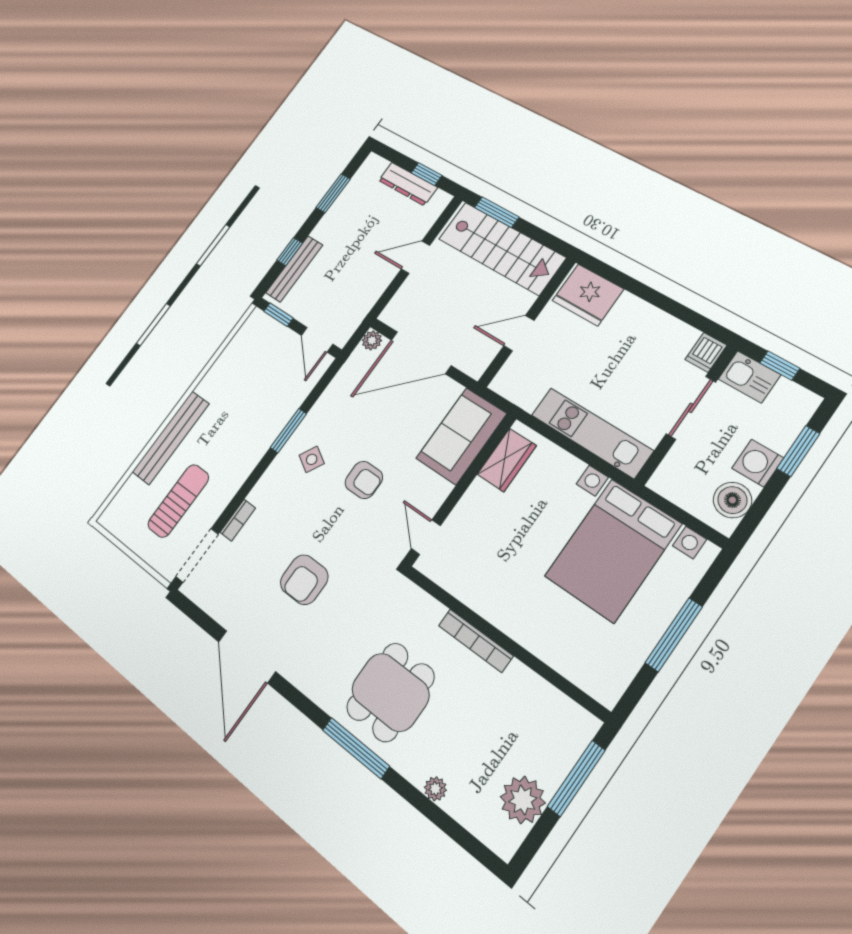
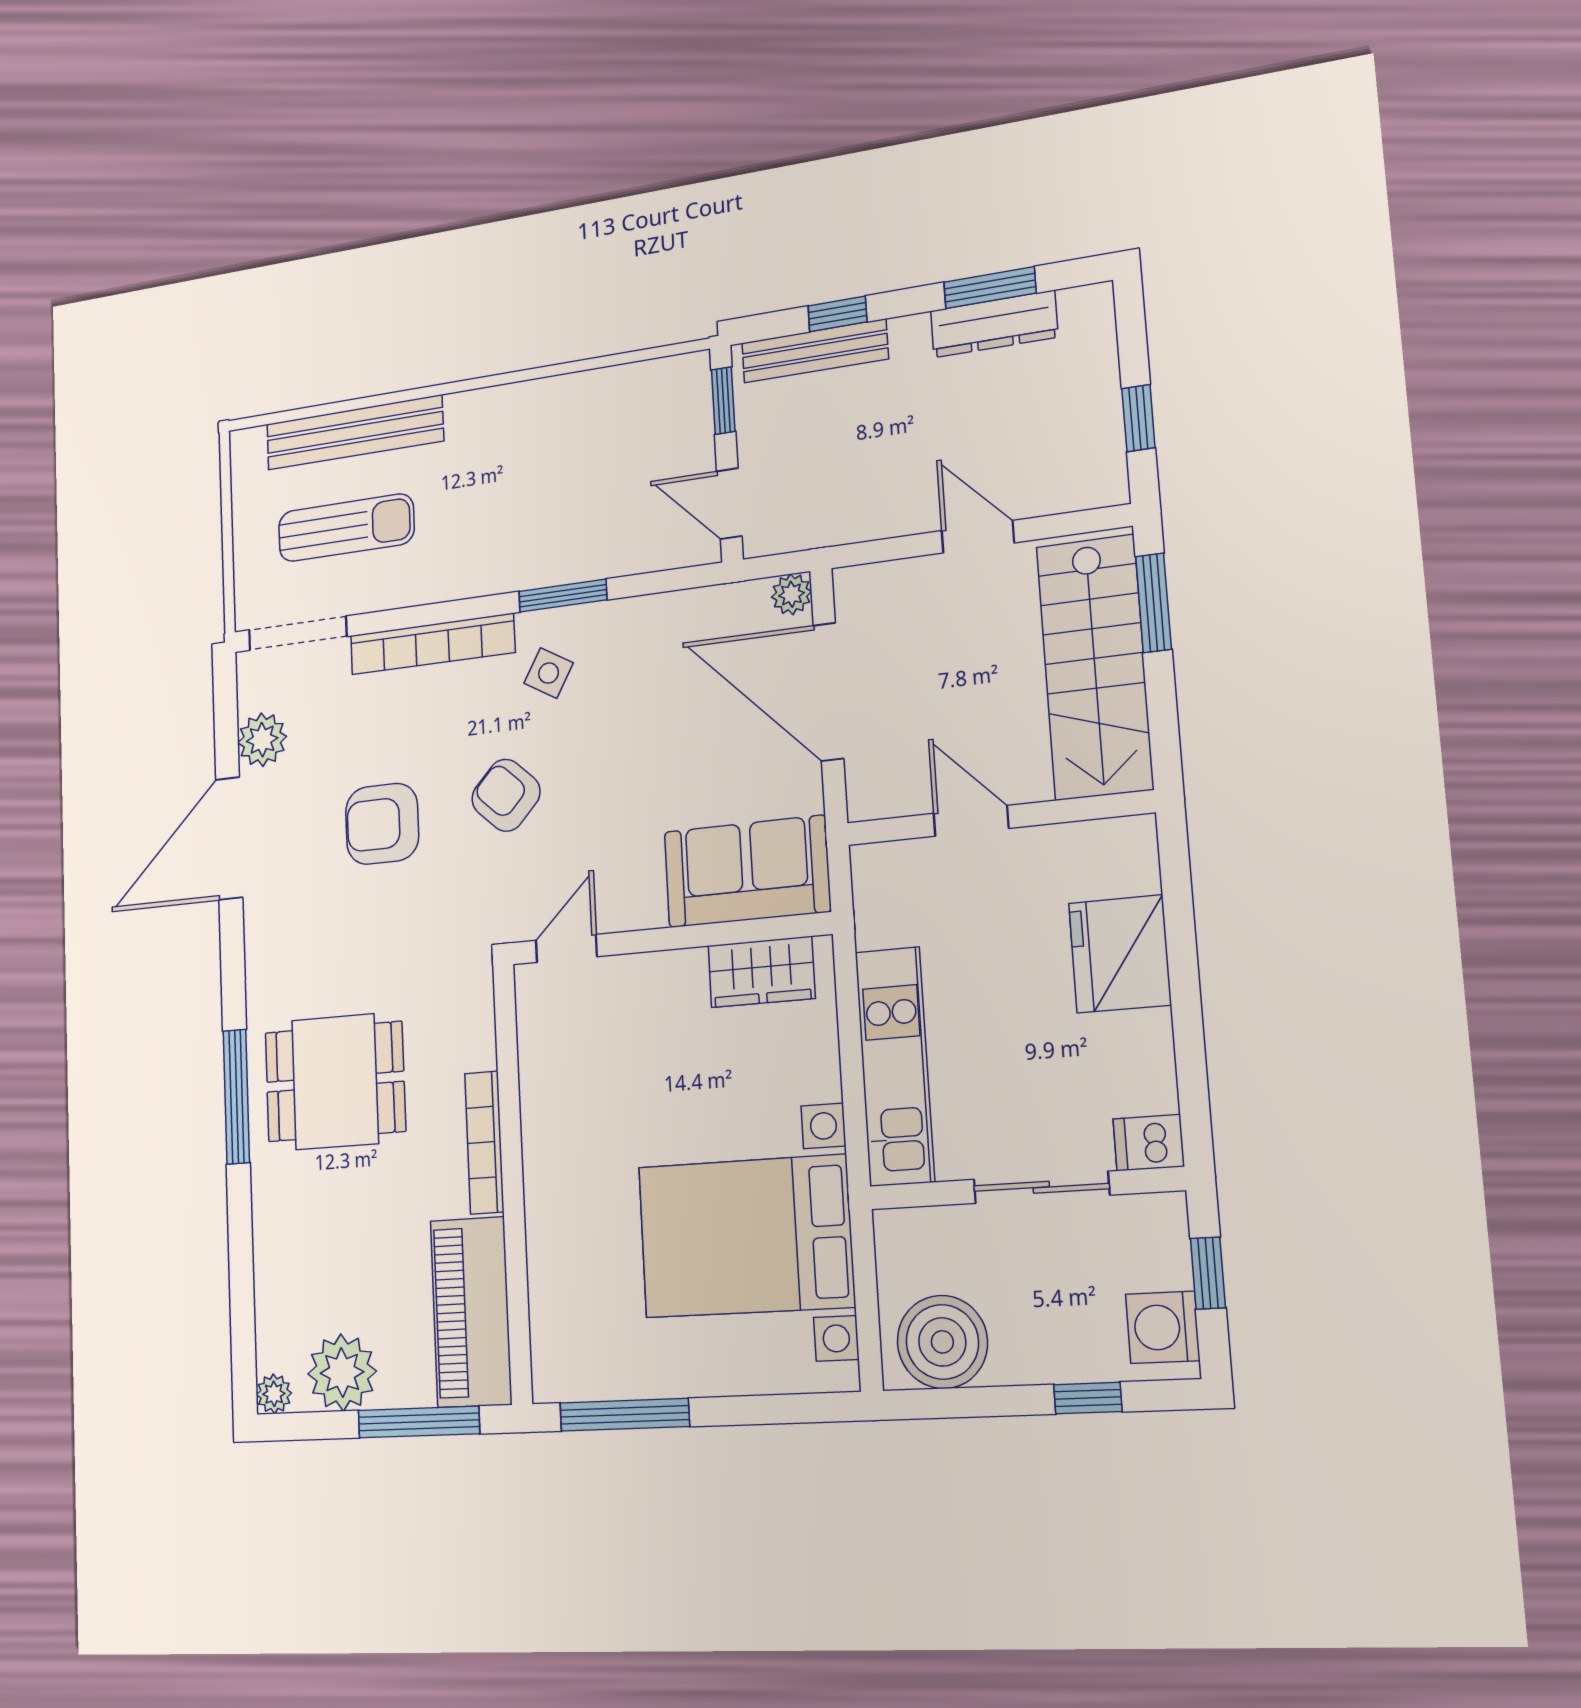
dresser: (408, 184) -> (994, 324), moved, turned -90
fridge: (588, 295) -> (1120, 954), moved
door: (317, 340) -> (729, 504), hinge flipped
kitchen sink: (749, 377) -> (1156, 1240), removed
bench: (171, 438) -> (354, 432), moved
window: (798, 451) -> (1088, 1398), width x0.67
washing machine: (758, 463) -> (1163, 1327), moved, turned -90
armchair: (364, 480) -> (506, 795), moved, turned 133
boiler: (732, 500) -> (942, 1342), width x1.37, depth x1.37
bookcase: (238, 520) -> (432, 644), width x2.31, depth x1.31
plant: (222, 607) -> (262, 740), added
window: (674, 635) -> (624, 1415), moved
piano: (546, 709) -> (471, 1312), added
plant: (435, 789) -> (274, 1394), moved

